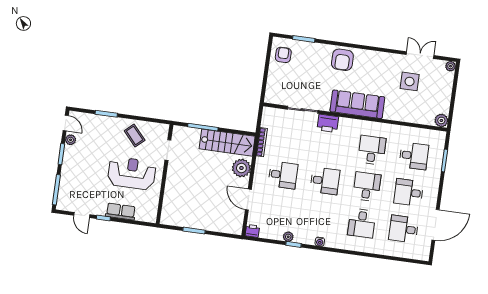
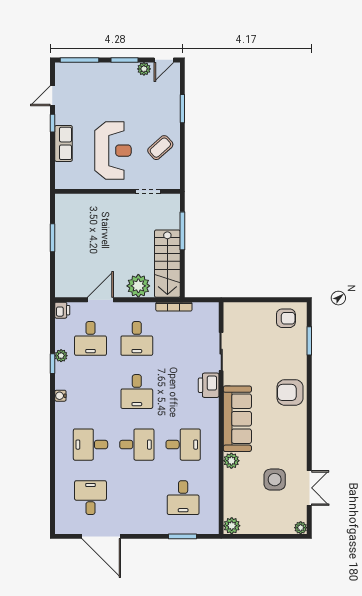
plant: (390, 114) -> (231, 461), added
desk: (409, 192) -> (90, 338), moved, turned 180

